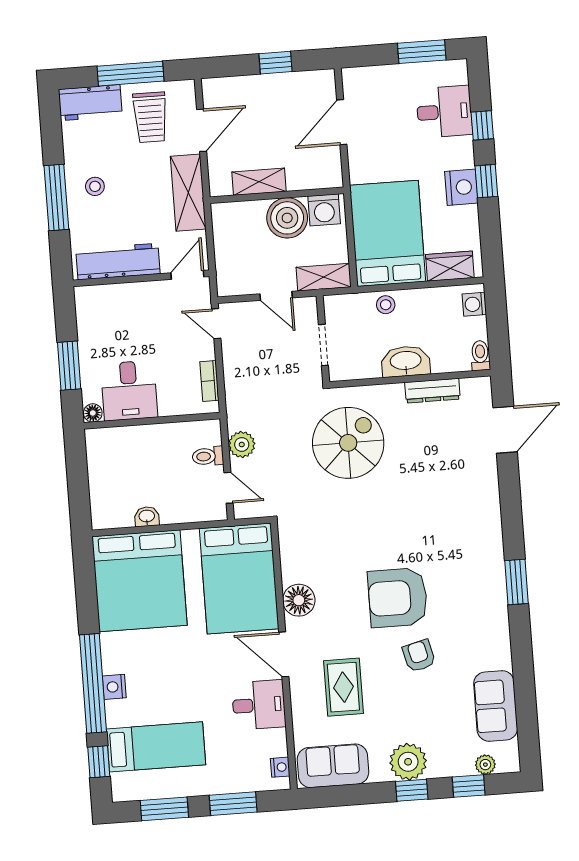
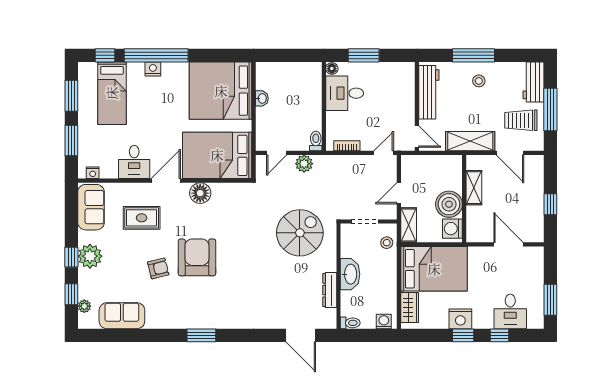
stool: (386, 305) -> (387, 243), moved
spiral stairs: (348, 443) -> (300, 233), turned -90
toilet: (208, 456) -> (316, 141), moved

